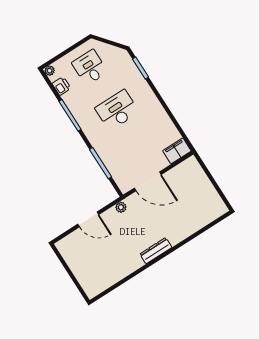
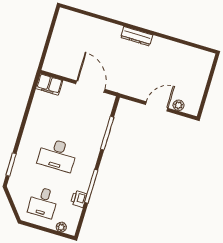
plant: (50, 71) -> (61, 227), moved
printer: (61, 86) -> (79, 199), moved
plant: (121, 207) -> (178, 105), moved
door: (88, 219) -> (157, 106), hinge flipped

